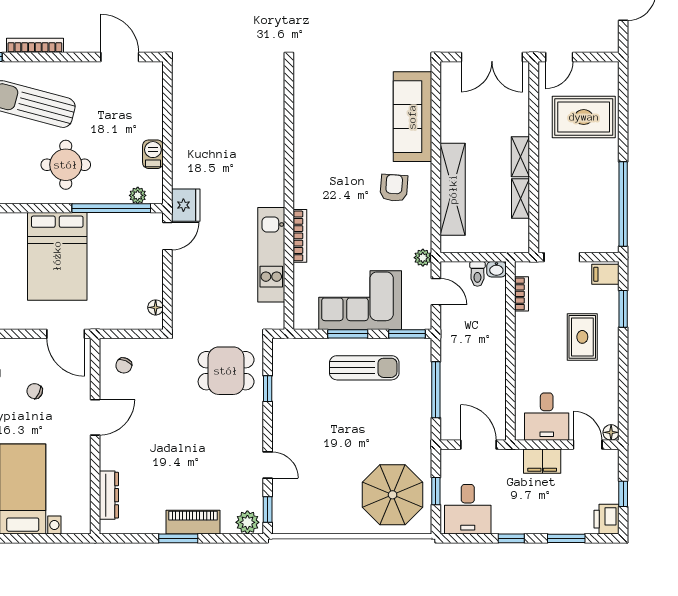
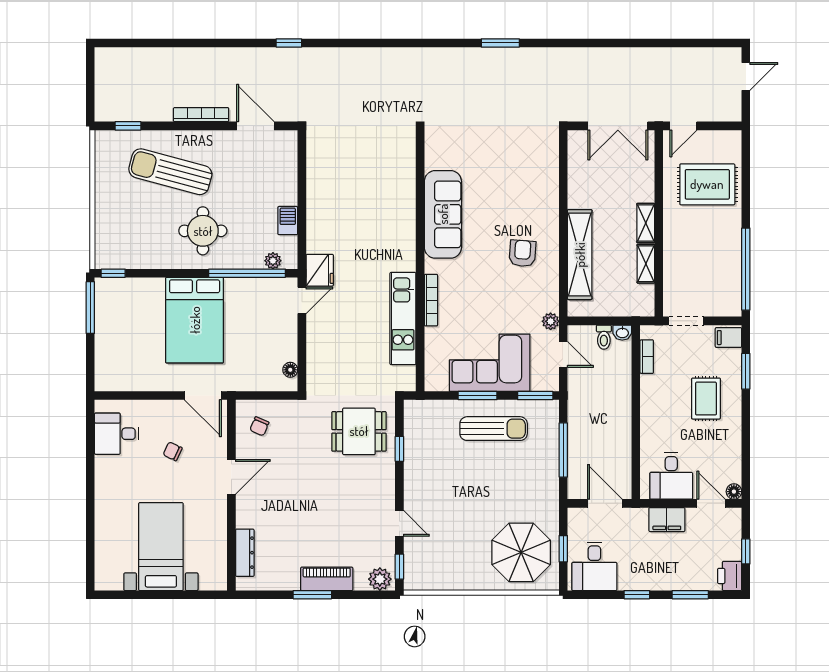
bookcase: (35, 45) -> (201, 115), moved
sofa: (412, 117) -> (443, 214), moved, turned 180

